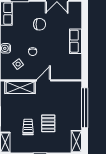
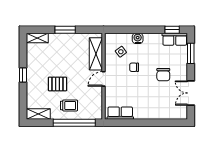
row of seats: (76, 41) -> (120, 113), moved
door: (44, 80) -> (103, 79), swing flipped
trolley: (28, 127) -> (69, 105), moved

